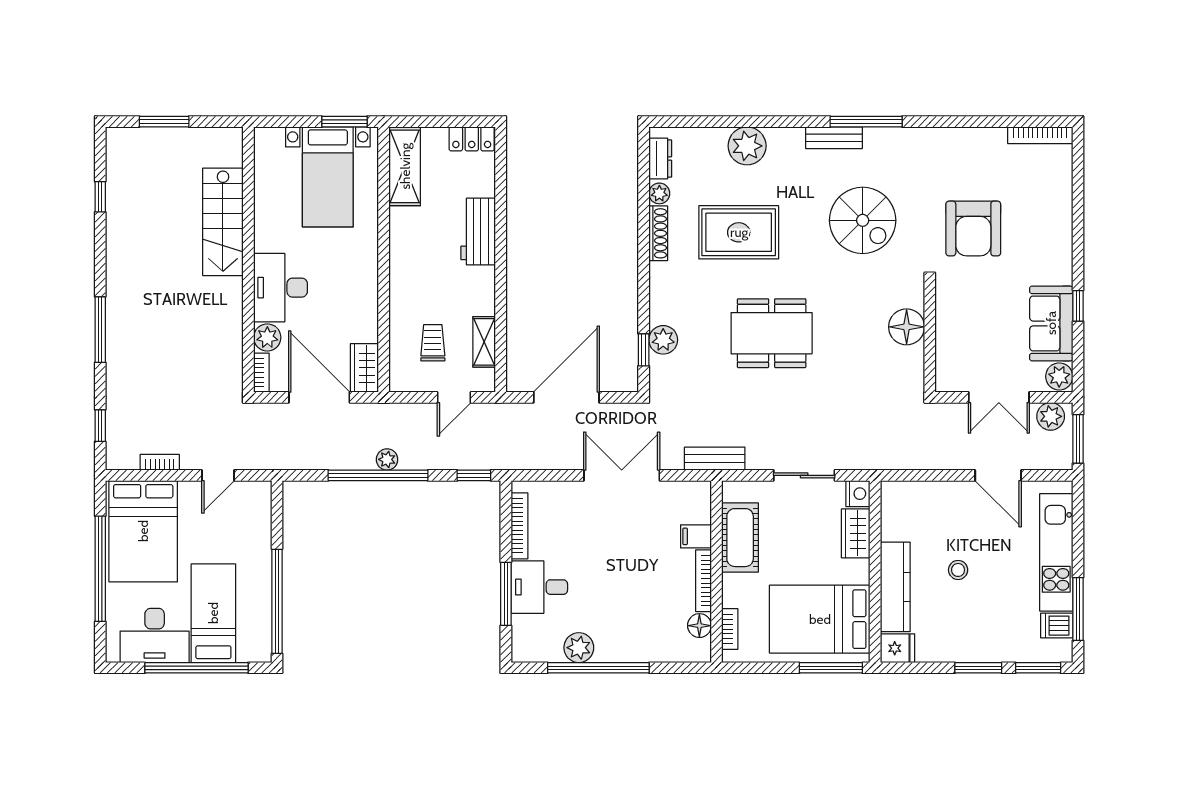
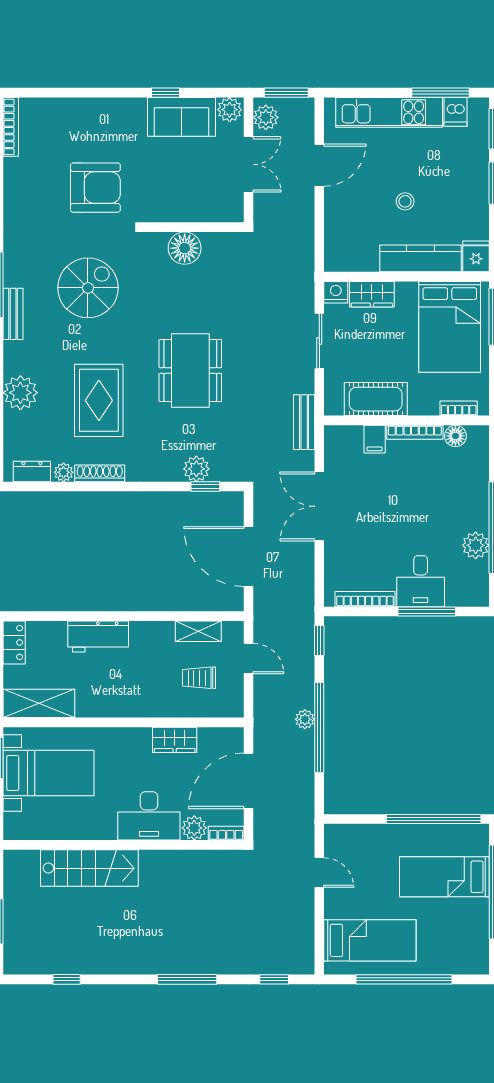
wardrobe: (364, 368) -> (175, 740), moved
bookcase: (160, 462) -> (307, 925), removed
bed: (143, 531) -> (370, 940), width x0.67
desk: (155, 635) -> (464, 930), removed

